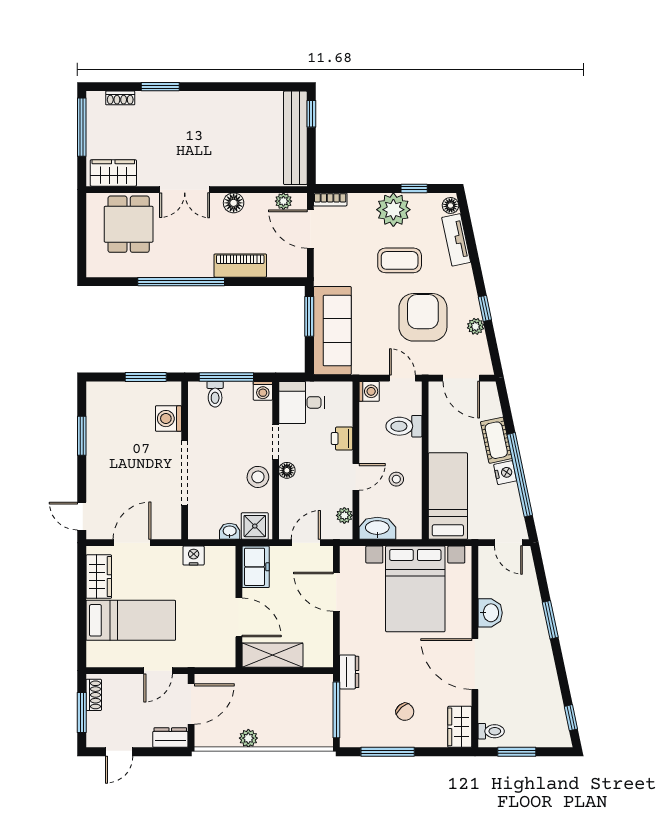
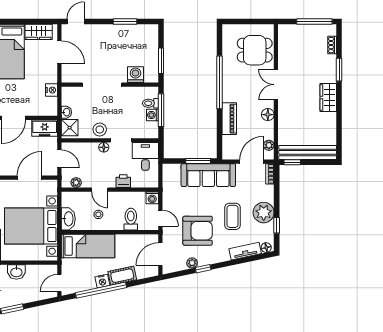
window: (311, 114) -> (292, 162), moved
wardrobe: (113, 173) -> (328, 97), moved, turned 180
sofa: (332, 331) -> (208, 175), moved
door: (402, 378) -> (160, 218), hinge flipped
washing machine: (263, 391) -> (153, 115), moved
washbasin: (377, 528) -> (68, 219), moved

